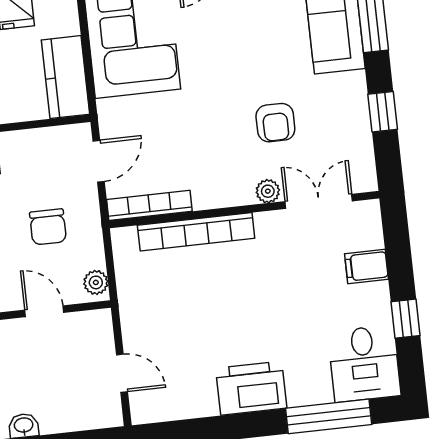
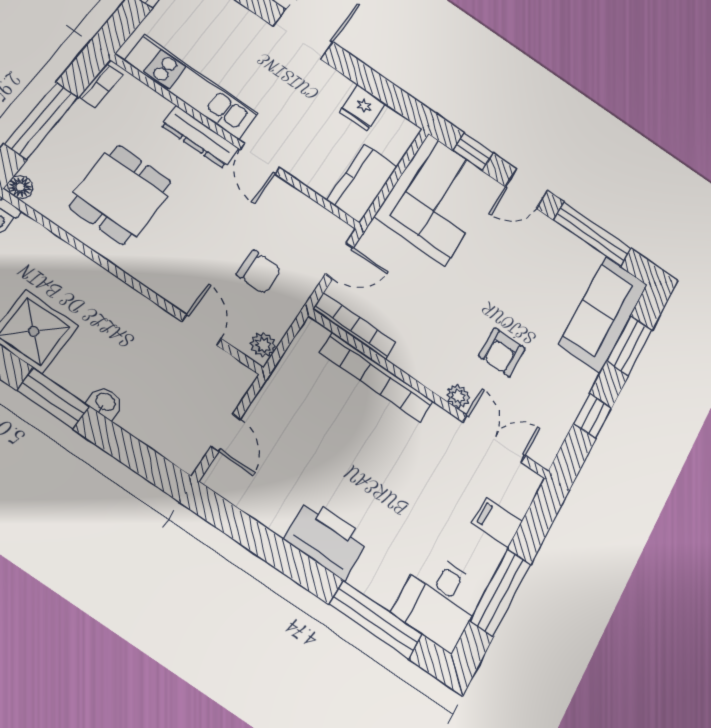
chair: (48, 227) -> (259, 272), turned -90
window: (405, 319) -> (500, 592), width x2.17

